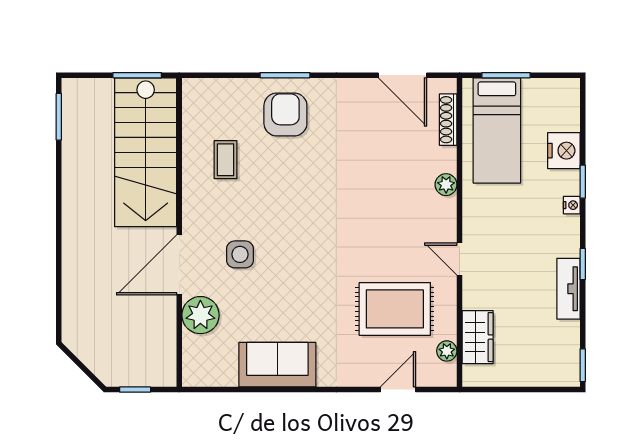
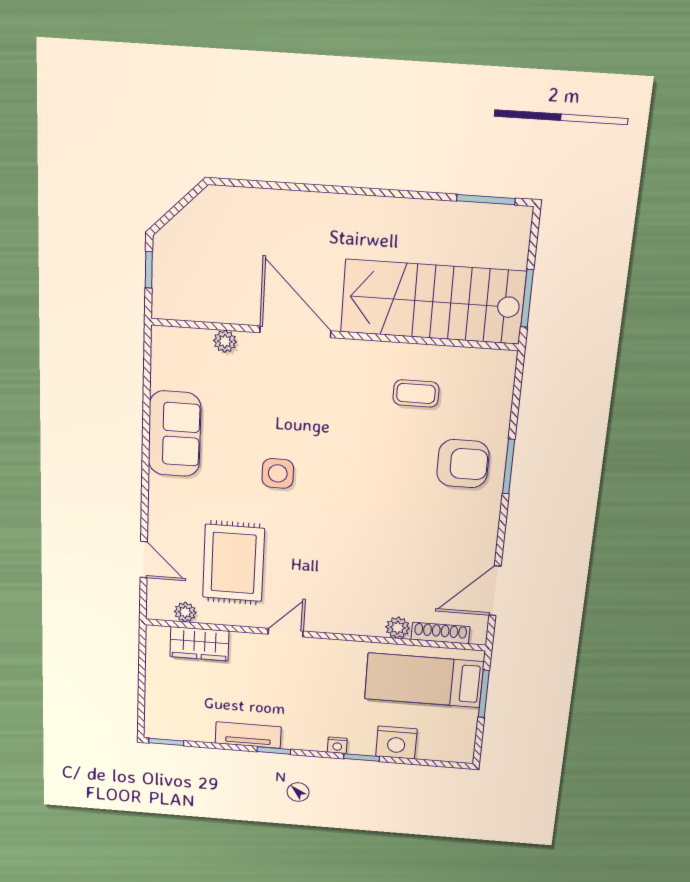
plant: (446, 185) -> (398, 628), moved
side table: (240, 254) -> (278, 473), moved
plant: (200, 315) -> (225, 341), width x0.53, depth x0.53

